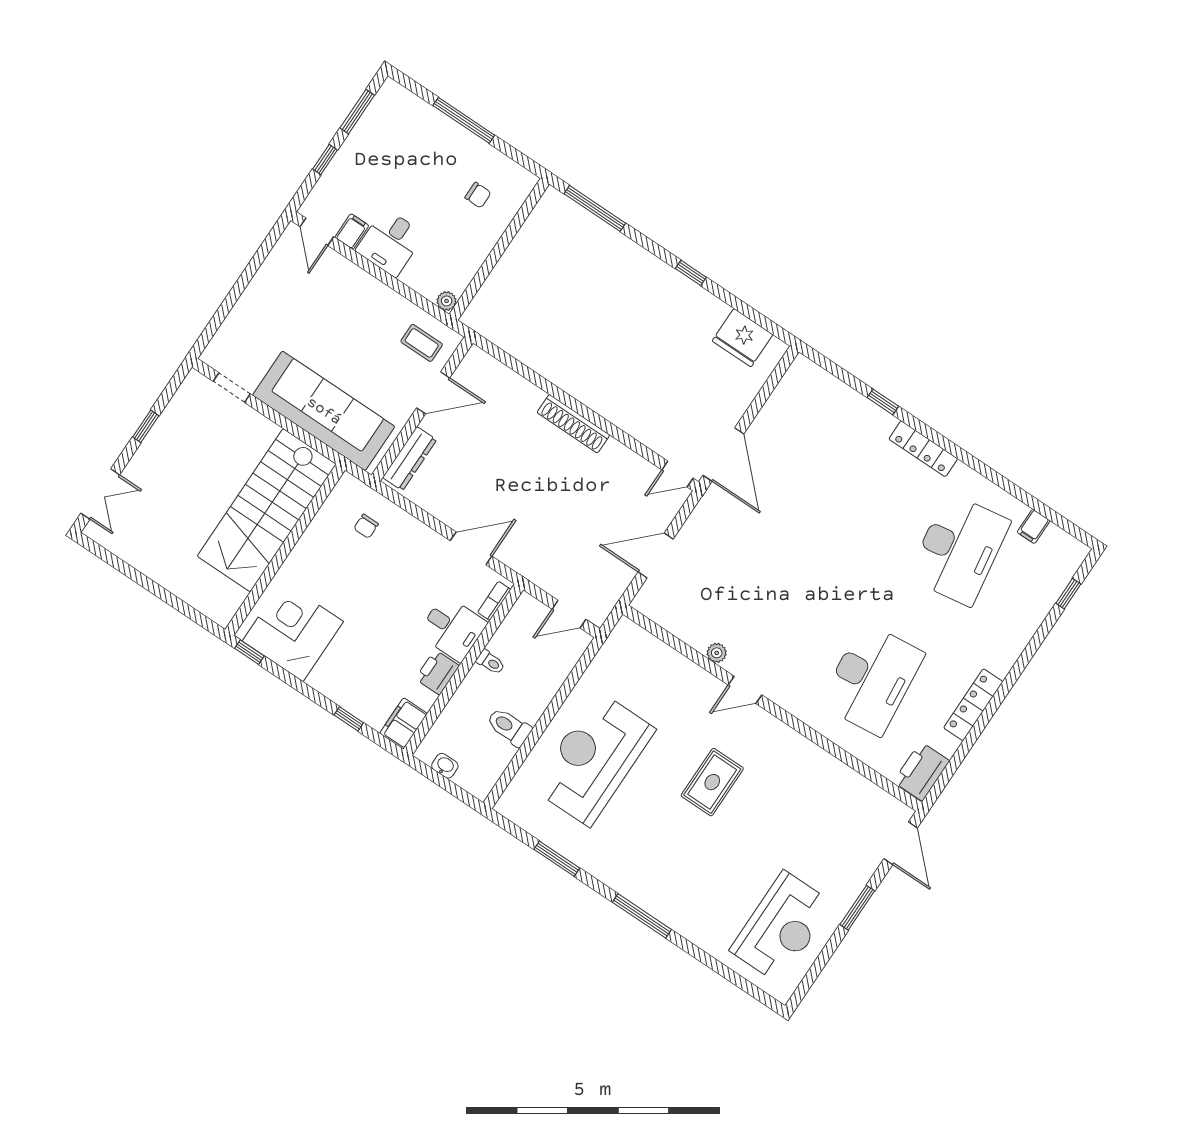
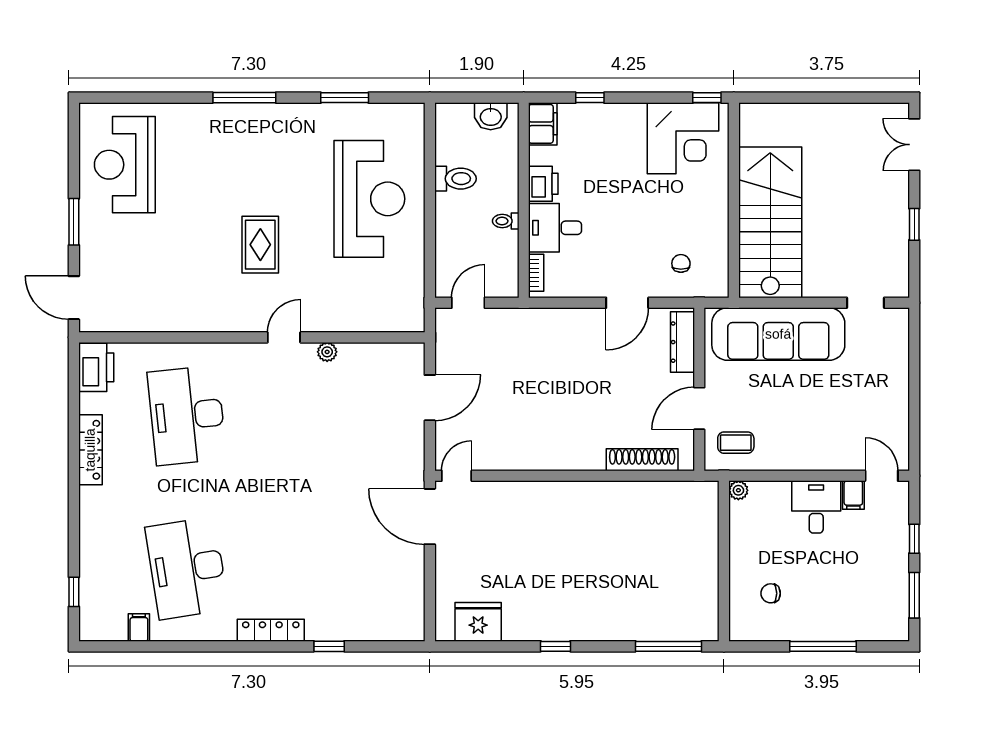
shoe rack: (573, 424) -> (642, 460), moved
door: (471, 548) -> (627, 303), moved
washbasin: (445, 766) -> (491, 116), width x1.38, depth x1.45

